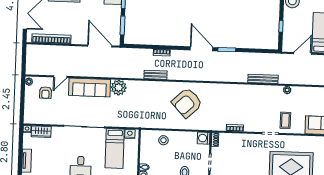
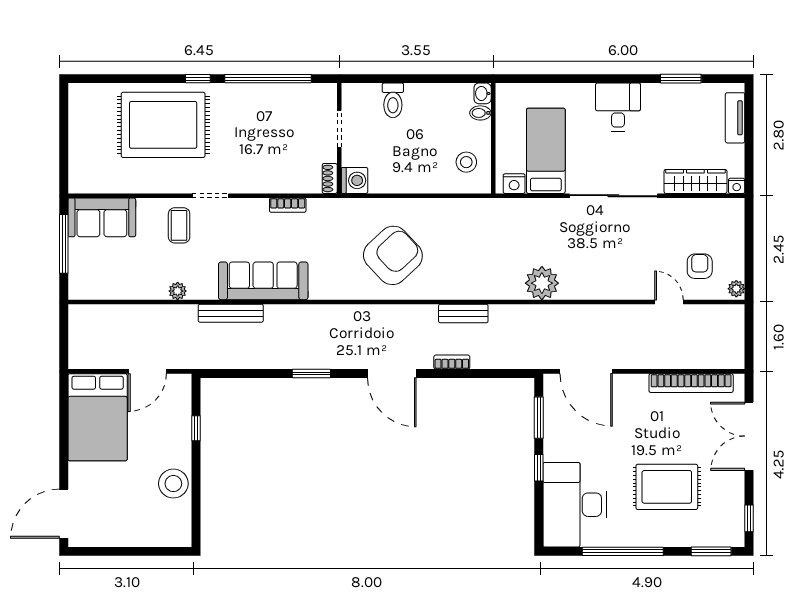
door: (202, 49) -> (392, 374), moved
door: (60, 77) -> (669, 302), hinge flipped
sofa: (89, 87) -> (263, 281), moved
wardrobe: (41, 132) -> (695, 181), width x1.50
stool: (163, 140) -> (466, 162), moved

